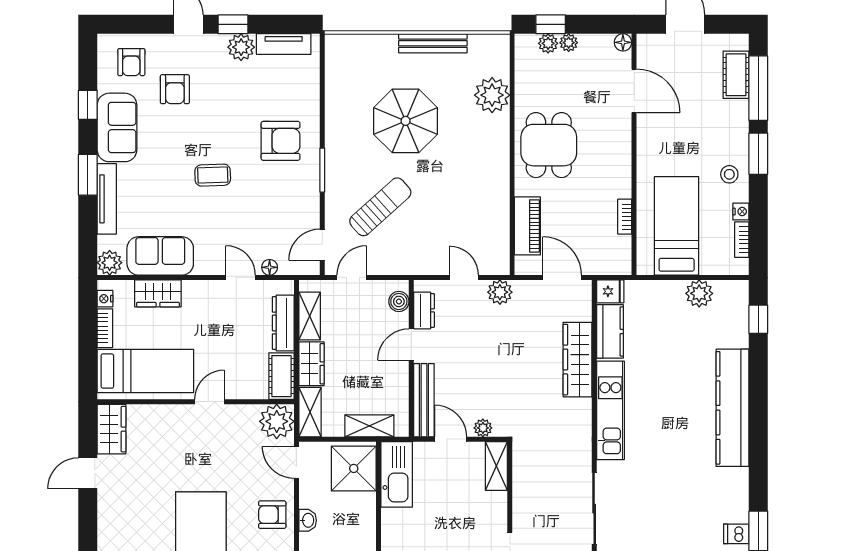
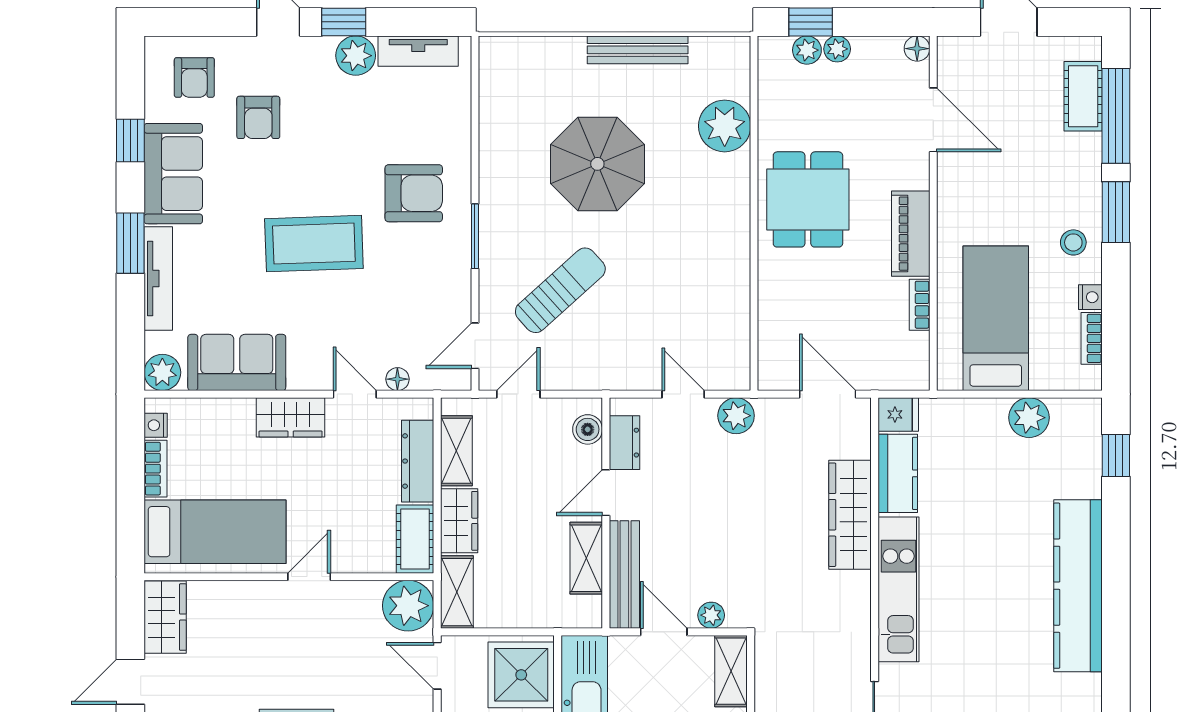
coffee table: (213, 175) -> (314, 244), width x1.86, depth x1.72
piano: (527, 226) -> (911, 234), moved, turned 180
wardrobe: (158, 293) -> (291, 417), moved
shelving: (369, 426) -> (586, 558), moved, turned 90

